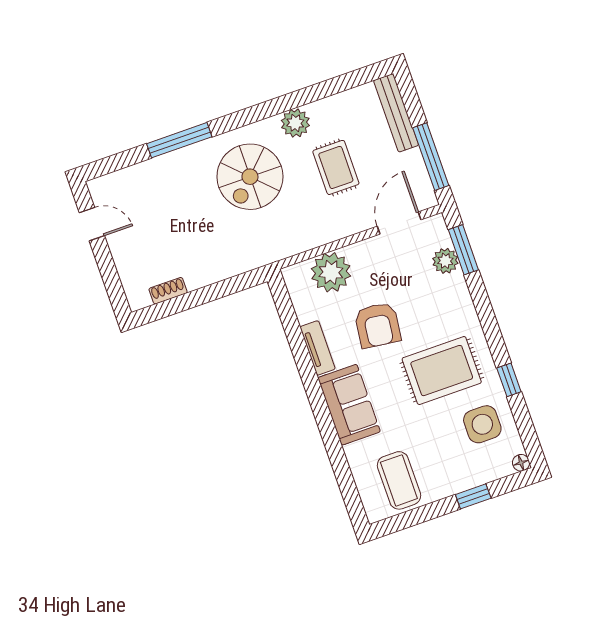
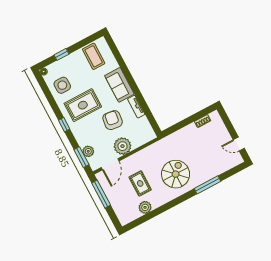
bench: (396, 113) -> (118, 210), removed
plant: (295, 123) -> (145, 207), moved
plant: (331, 272) -> (123, 146), moved
window: (509, 380) -> (64, 125), moved

